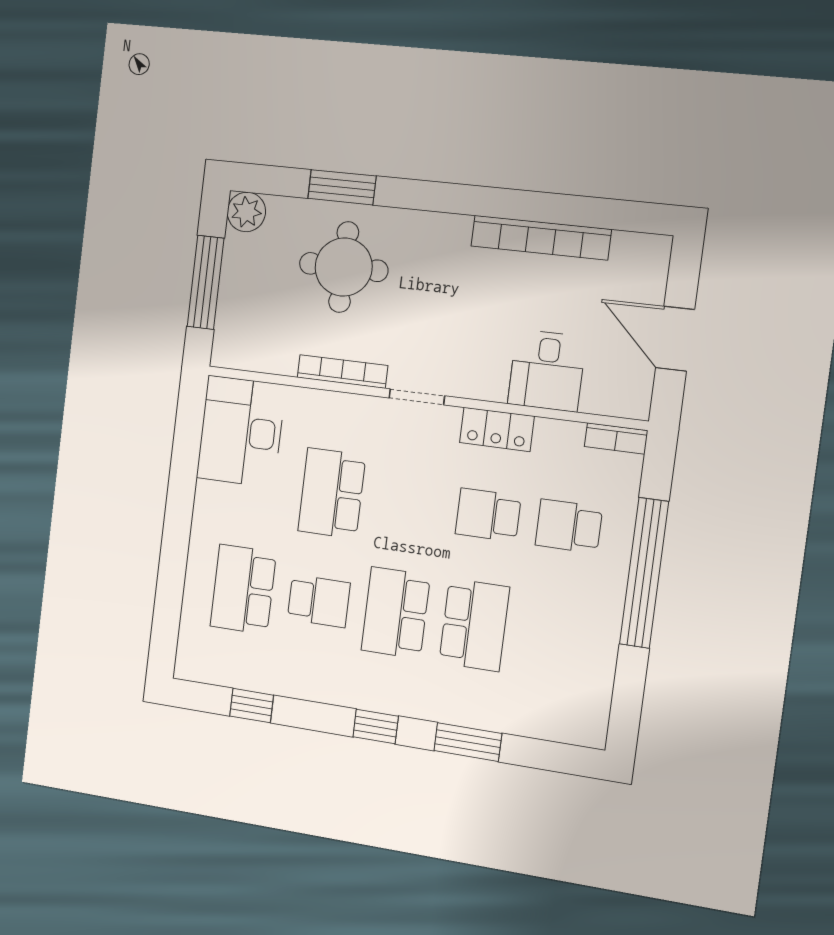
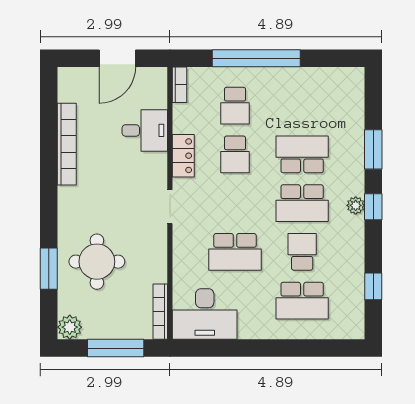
bookcase: (342, 371) -> (160, 312), moved
plant: (381, 699) -> (356, 205), added

